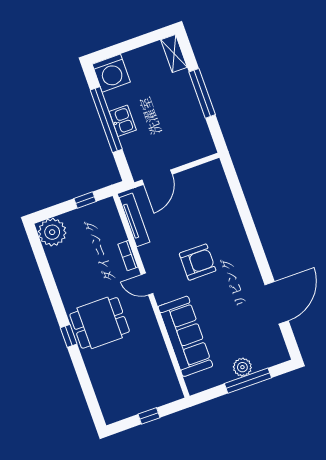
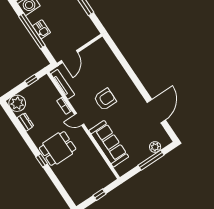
dresser: (58, 266) -> (25, 122), added
plant: (242, 367) -> (155, 147), moved

